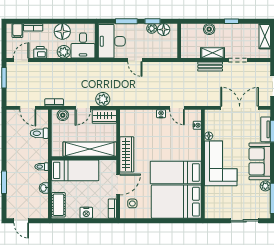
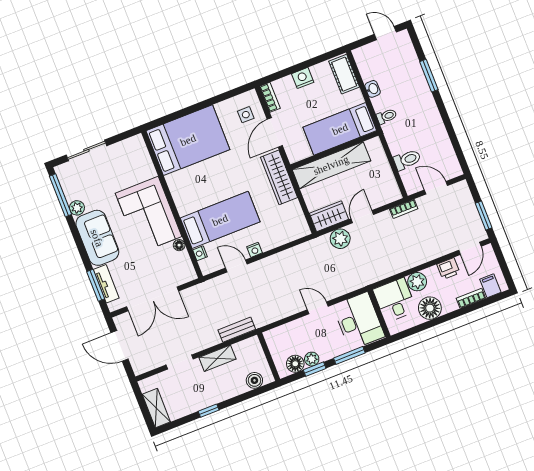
boiler: (209, 29) -> (254, 380), moved
bench: (210, 67) -> (237, 330), moved
boiler: (63, 115) -> (385, 196), removed
bed: (176, 172) -> (220, 220), moved

